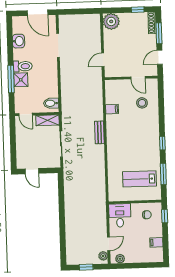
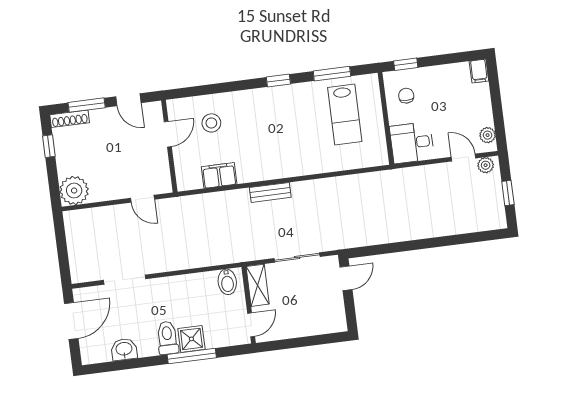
filing cabinet: (112, 109) -> (219, 175), width x2.00
door: (32, 171) -> (346, 278), moved
filing cabinet: (156, 242) -> (479, 71), moved

